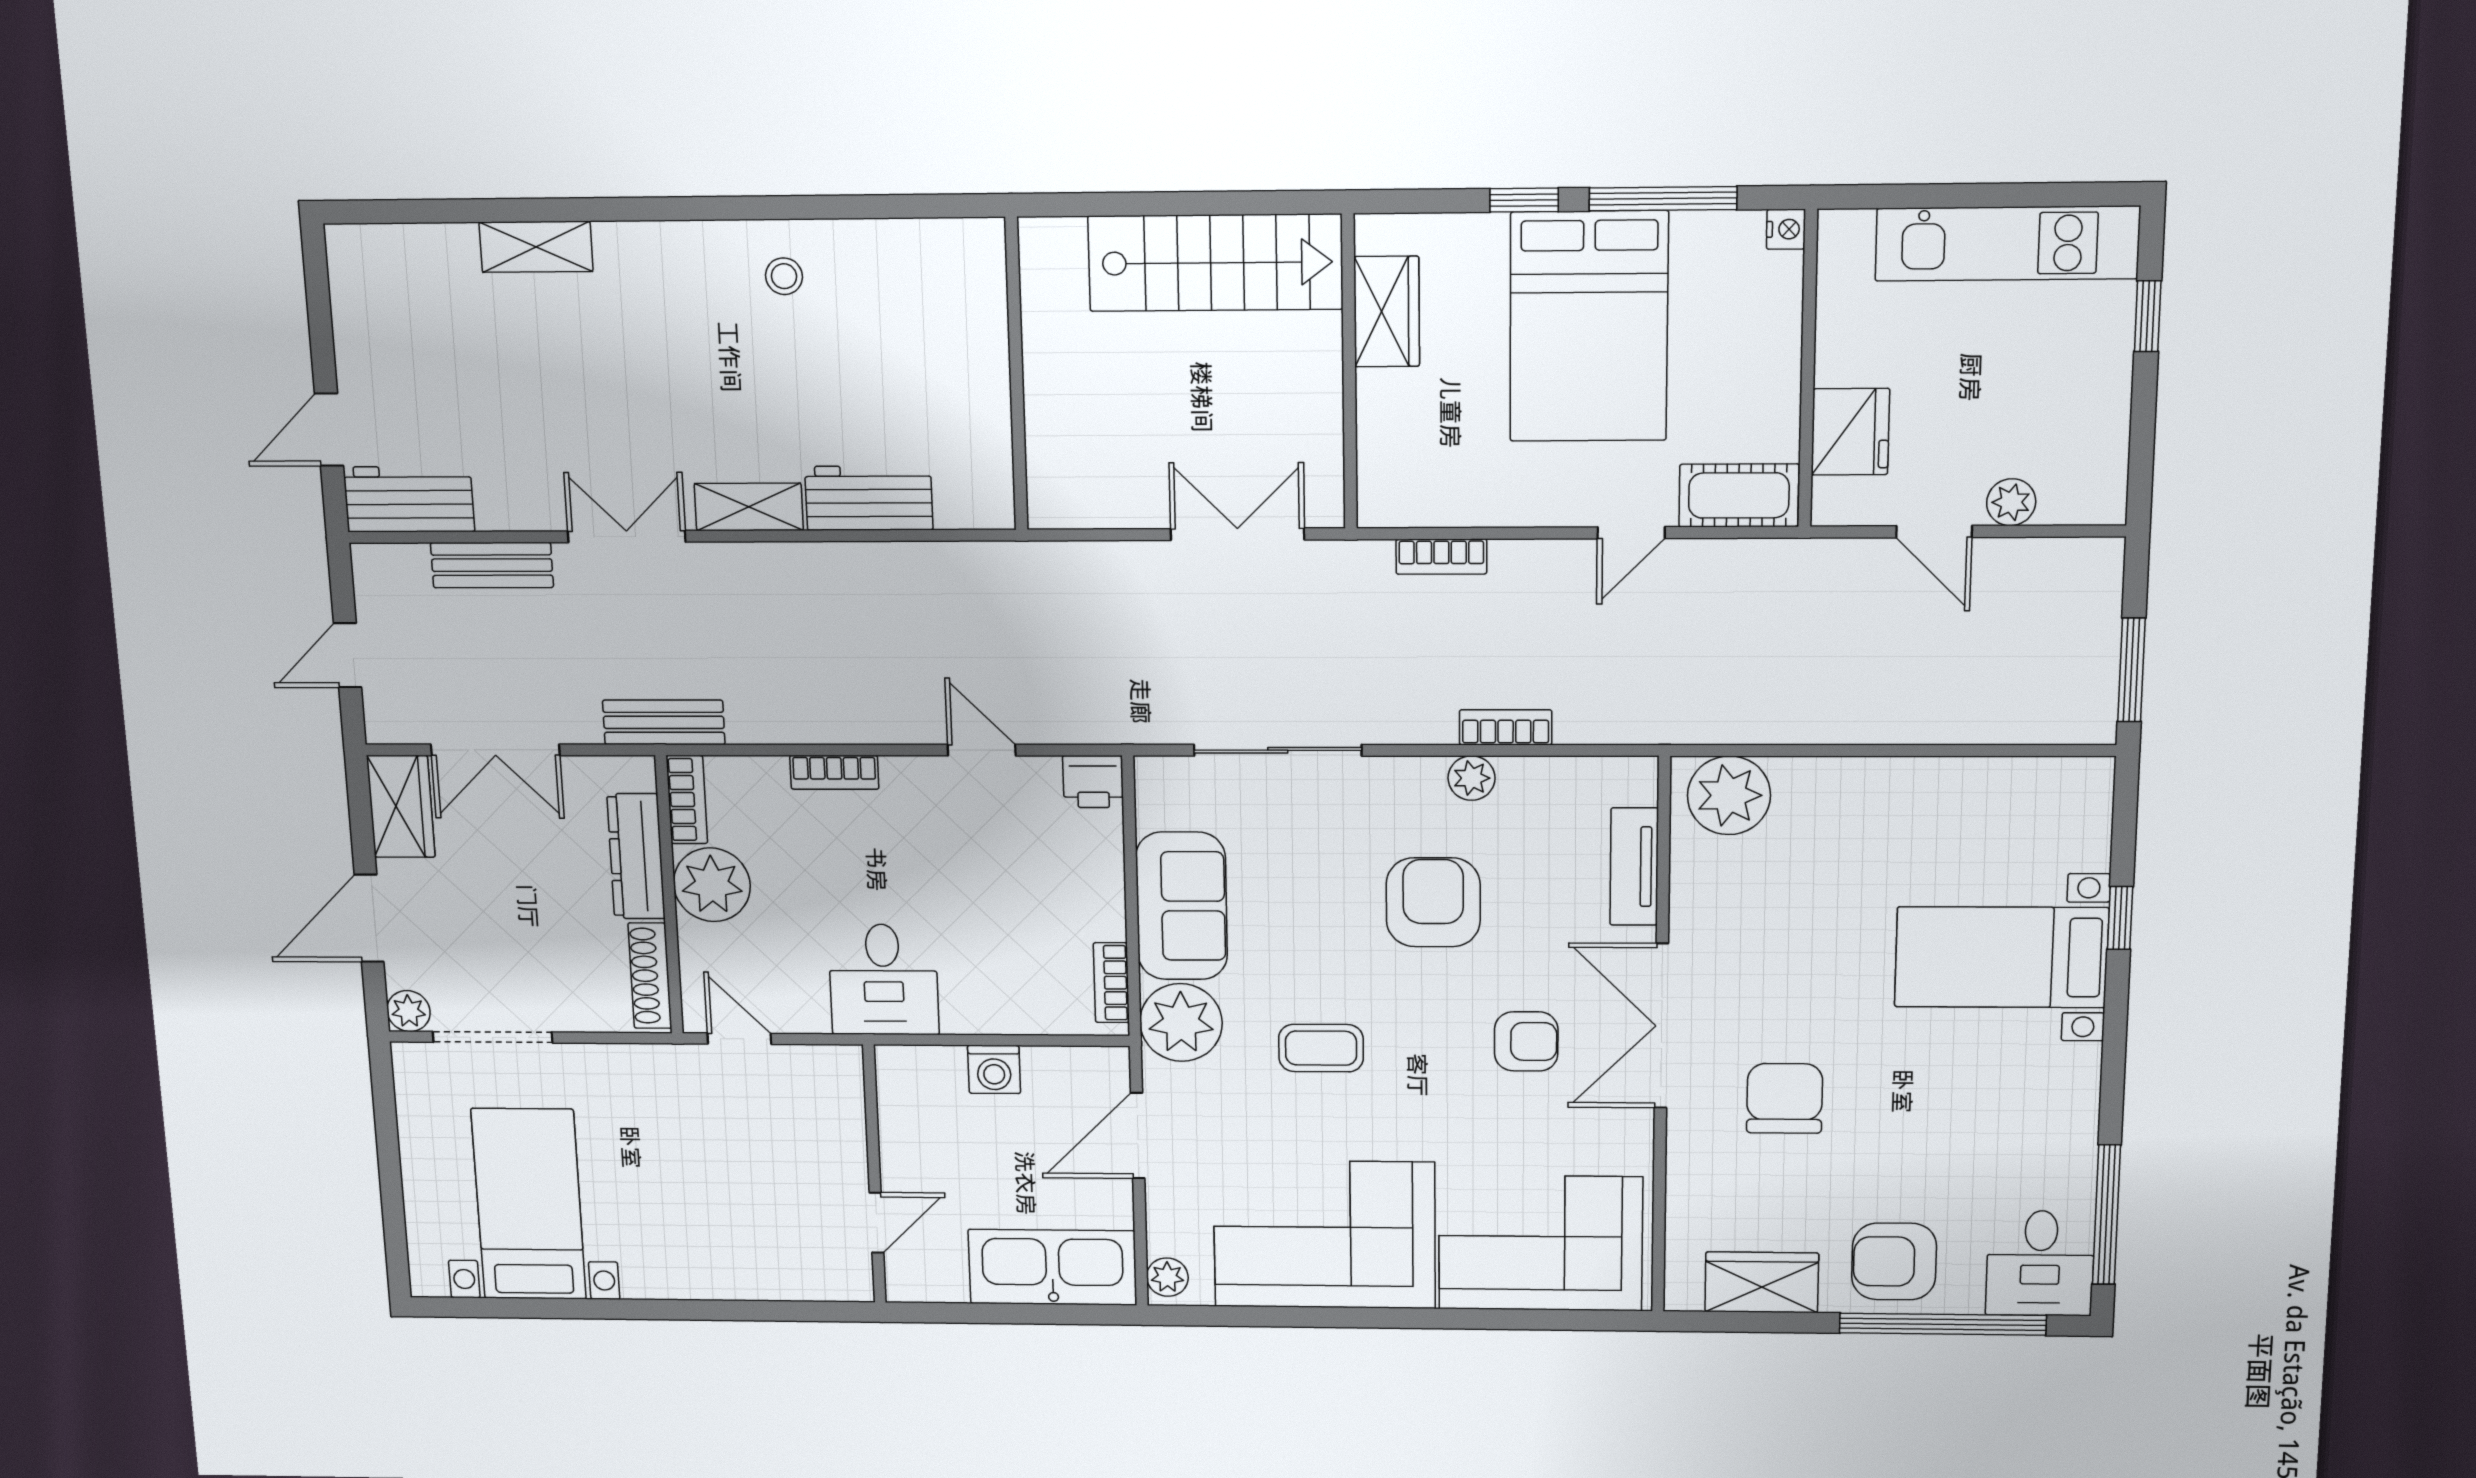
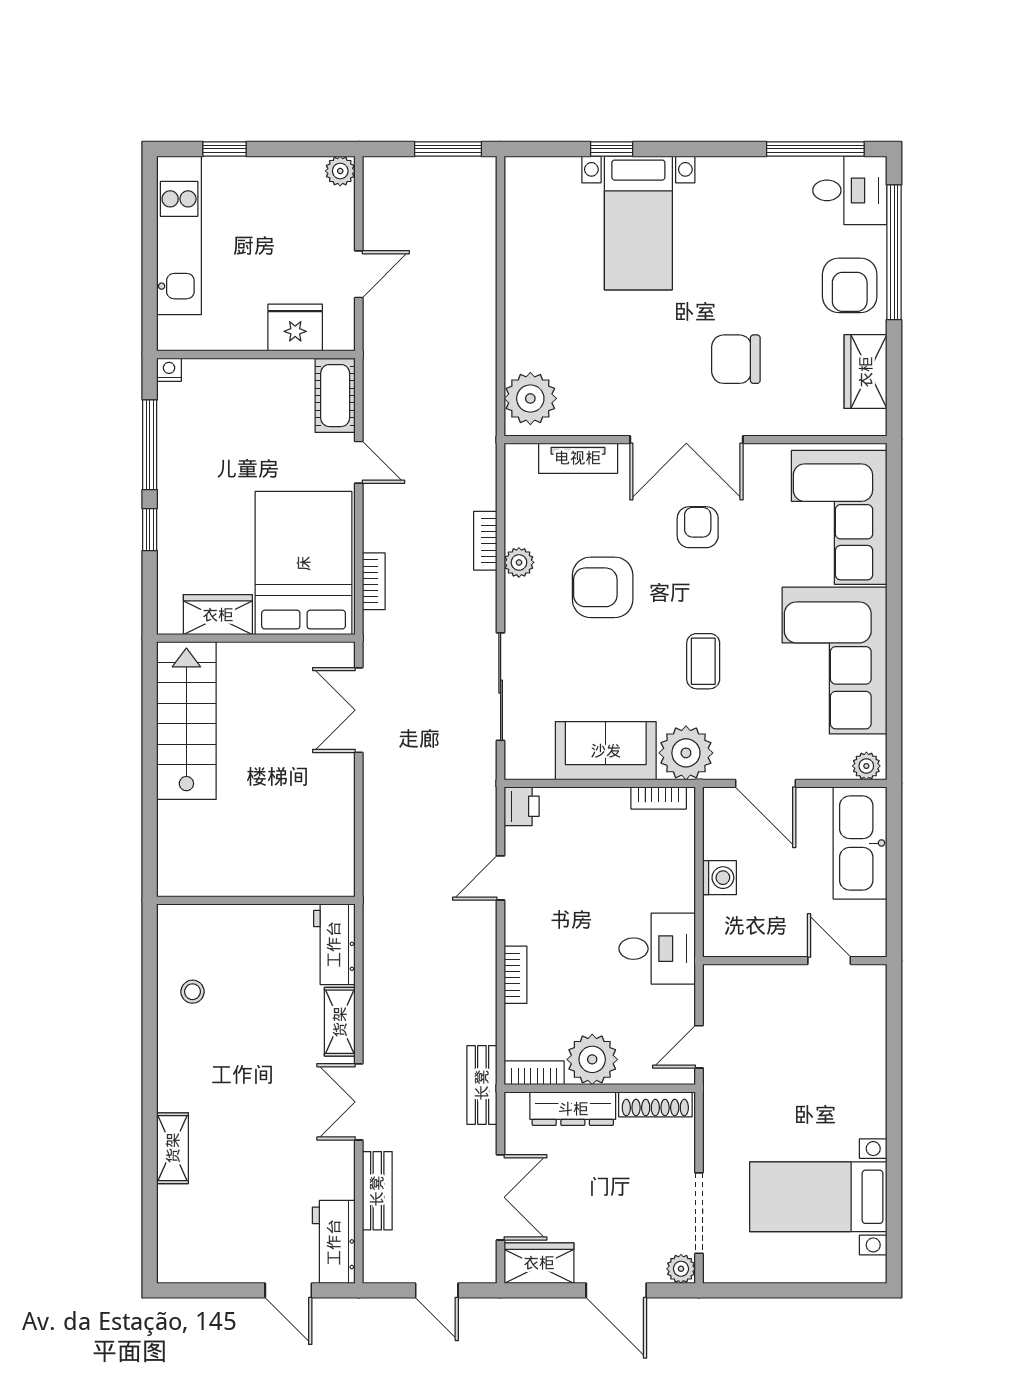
bed: (1589, 327) -> (304, 563), moved, turned -90
wall: (1016, 375) -> (256, 900), moved
plant: (2011, 502) -> (340, 171), moved

